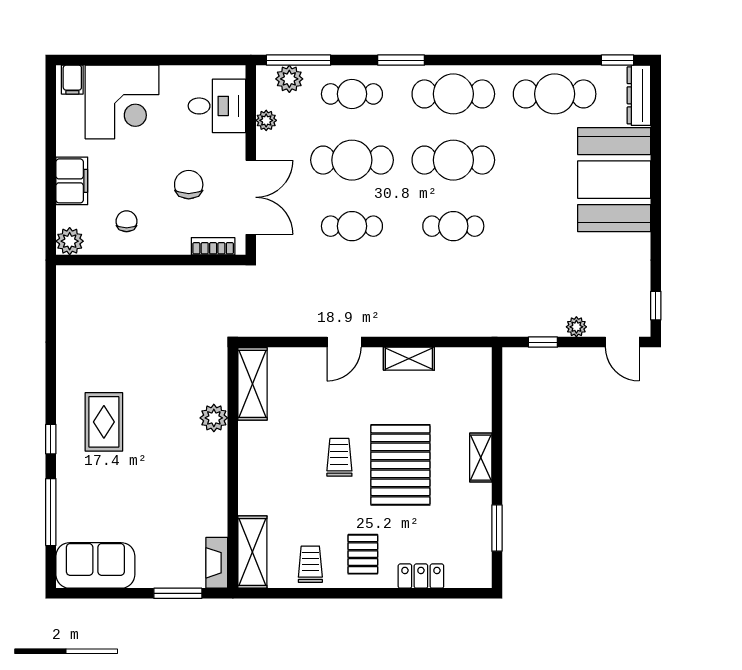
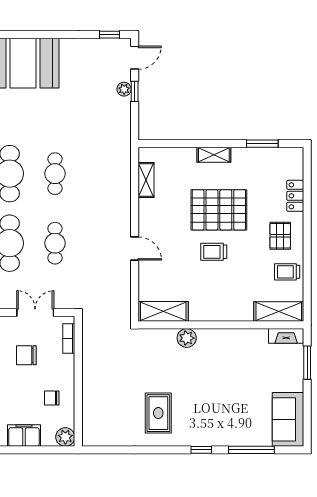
double door: (251, 197) -> (35, 313), width x0.73
window: (543, 342) -> (135, 91), moved
shelving: (409, 359) -> (146, 180), moved
rug: (104, 422) -> (158, 413), moved, turned 90
pallet: (363, 554) -> (280, 236), turned 90

